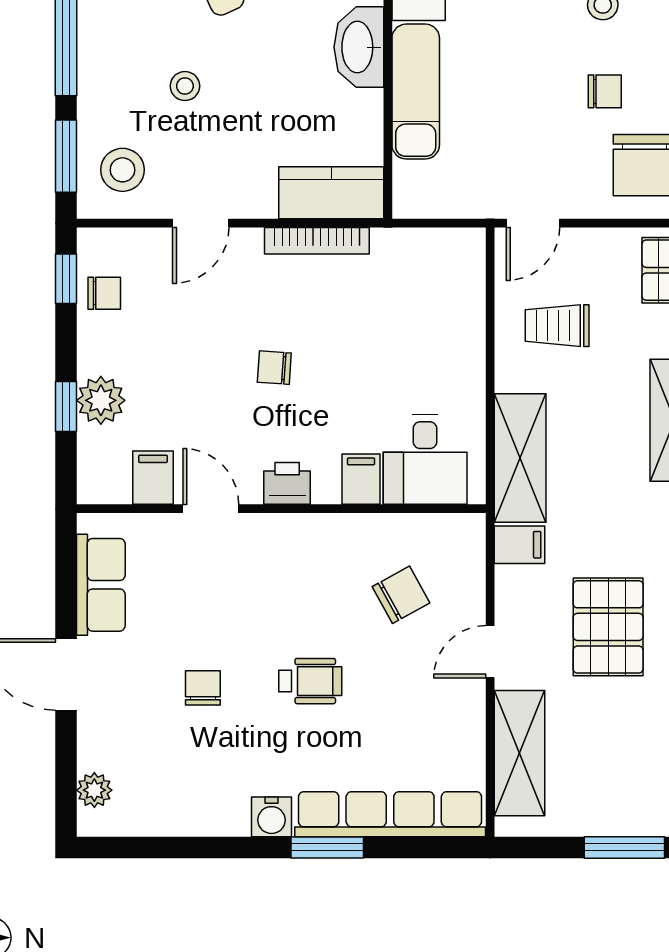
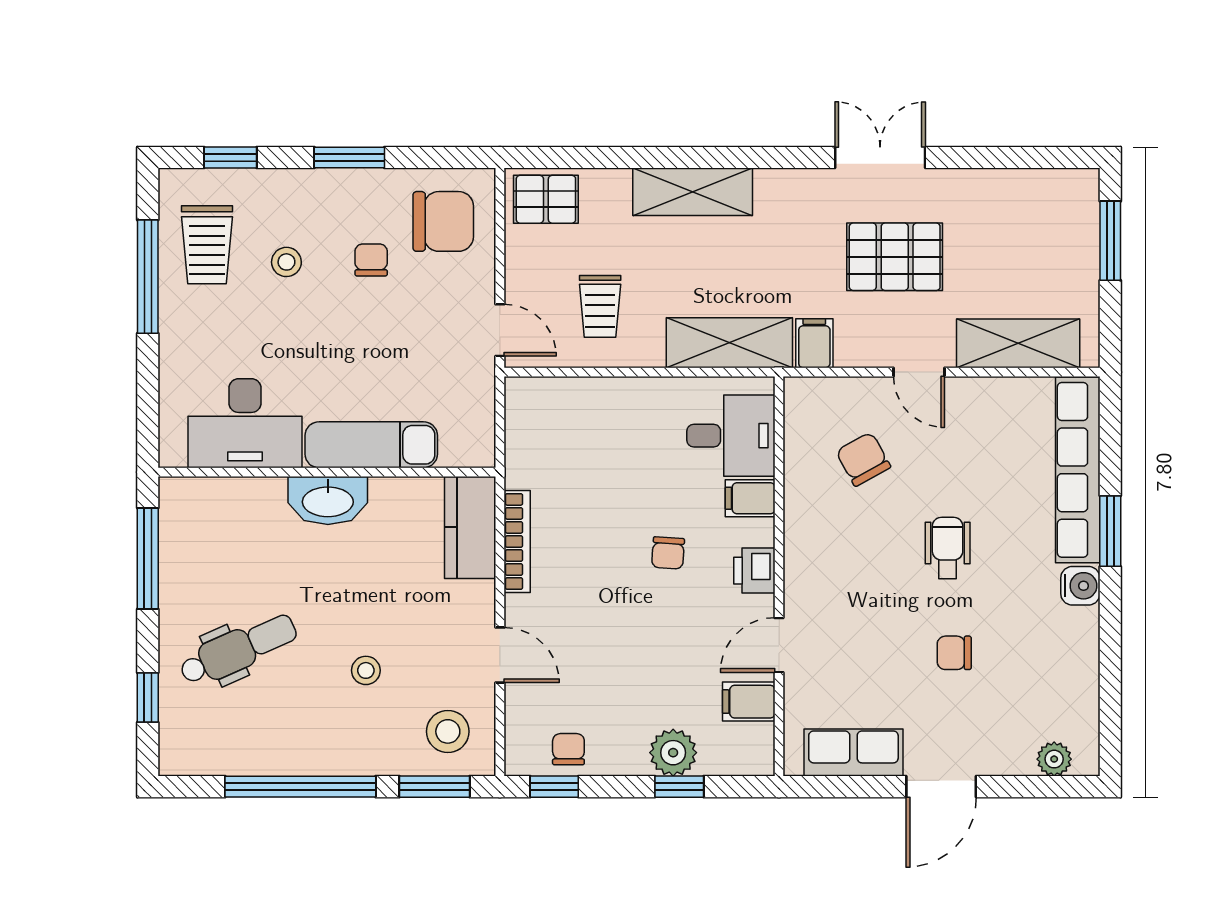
chair: (274, 368) -> (668, 553), moved

